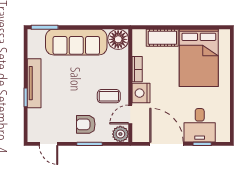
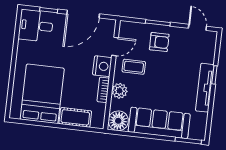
desk: (200, 125) -> (36, 26), moved, turned -90
plant: (120, 134) -> (120, 91), moved
door: (167, 144) -> (83, 14), hinge flipped

